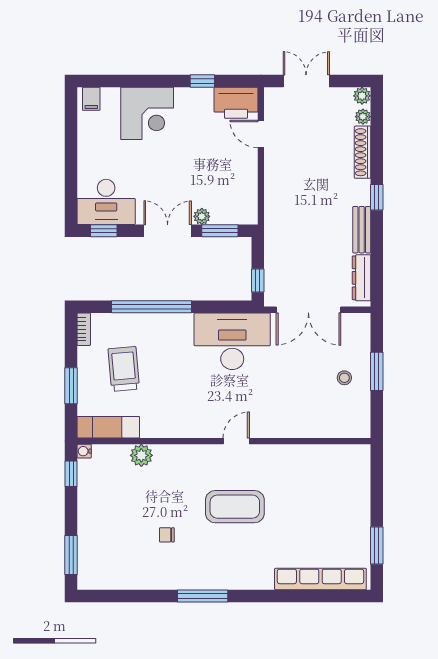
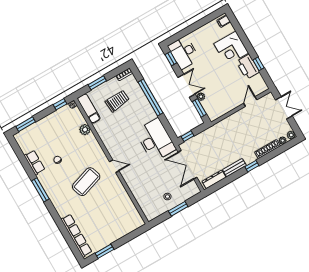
printer: (236, 103) -> (248, 67), moved
coffee table: (235, 507) -> (86, 182), turned 72
row of seats: (148, 578) -> (35, 163), added

